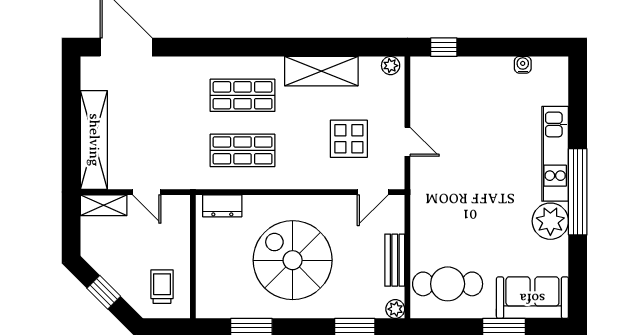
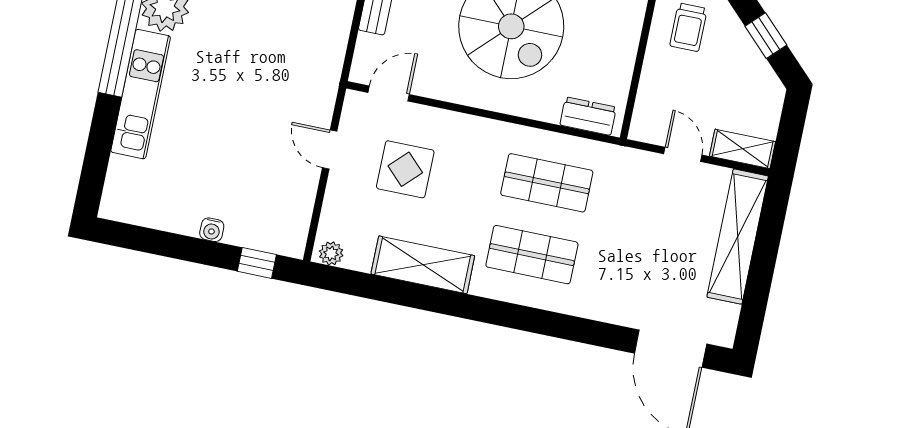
water cooler: (523, 65) -> (212, 230), moved

